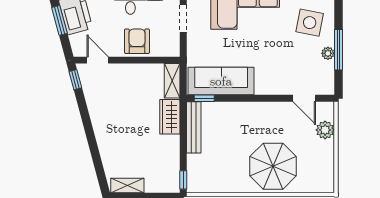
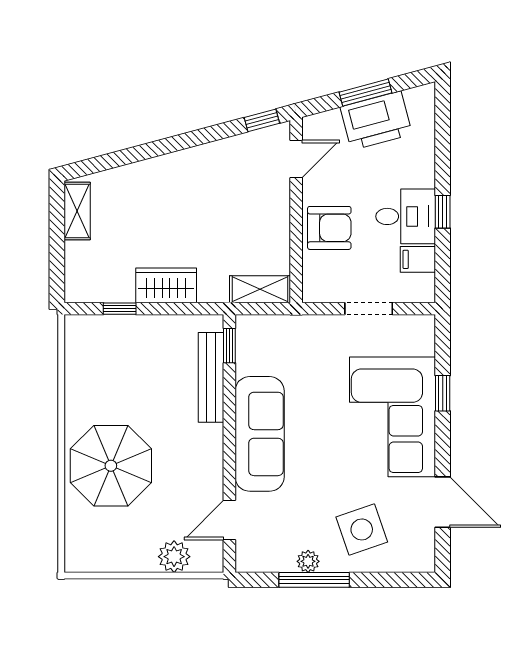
side table: (310, 23) -> (362, 529), turned -30
sofa: (221, 81) -> (260, 434), moved
wardrobe: (170, 117) -> (166, 285), moved
bench: (194, 127) -> (211, 377), moved, turned 90
window: (183, 180) -> (120, 309), moved

